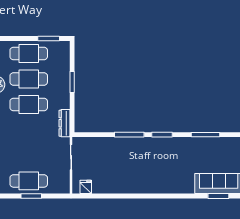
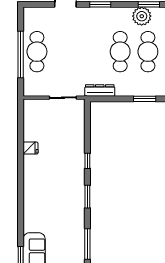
window: (129, 135) -> (87, 161), width x0.46
fridge: (86, 187) -> (30, 148), moved
window: (31, 196) -> (21, 54), width x2.11

